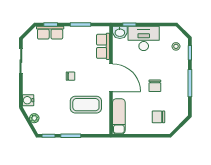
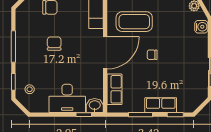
row of seats: (50, 33) -> (161, 105), moved
door: (111, 78) -> (105, 53), swing flipped

